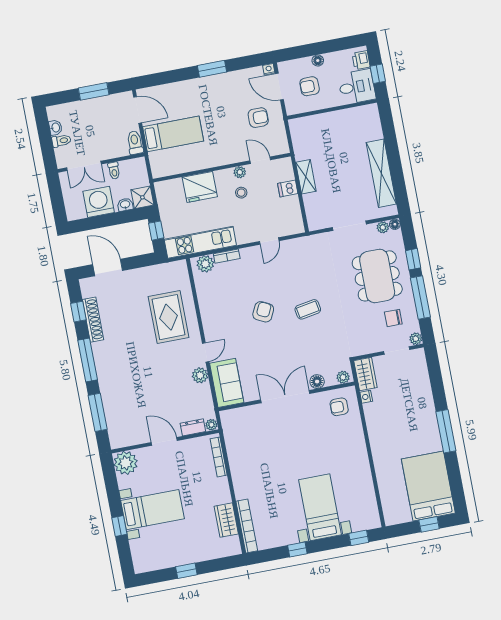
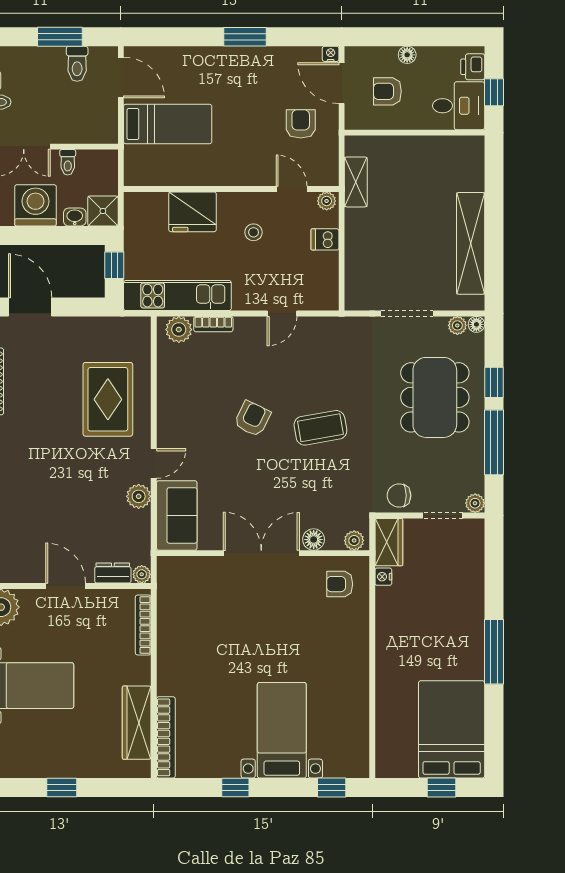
armchair: (258, 118) -> (301, 124), turned -90
toilet: (135, 143) -> (77, 64), moved, turned 180
plant: (240, 172) -> (327, 201), moved
shelving: (306, 177) -> (356, 182), moved
coffee table: (308, 309) -> (320, 428), width x1.36, depth x1.30
chair: (393, 318) -> (399, 496), moved
wardrobe: (226, 520) -> (137, 723), width x1.50

